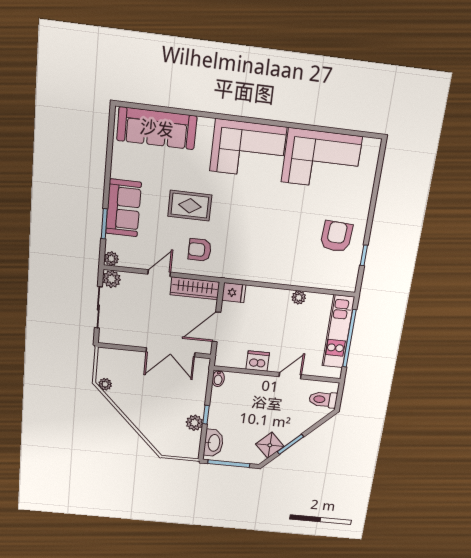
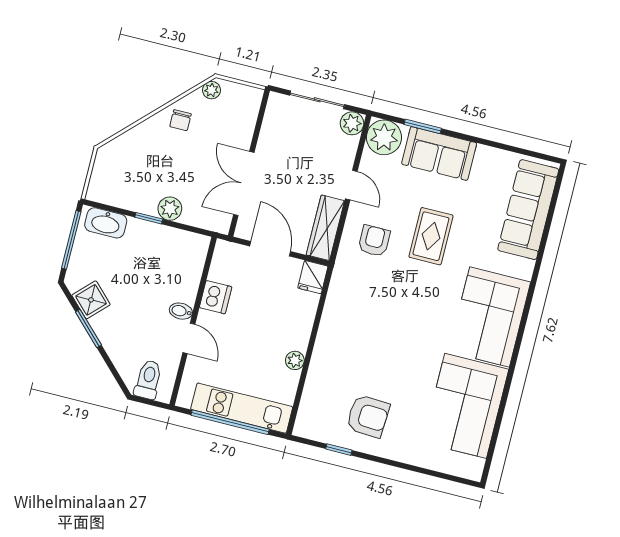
plant: (111, 259) -> (384, 137), width x1.87, depth x1.87
bidet: (218, 379) -> (181, 311), moved
chair: (131, 403) -> (180, 120), added
plant: (194, 423) -> (170, 209), moved

